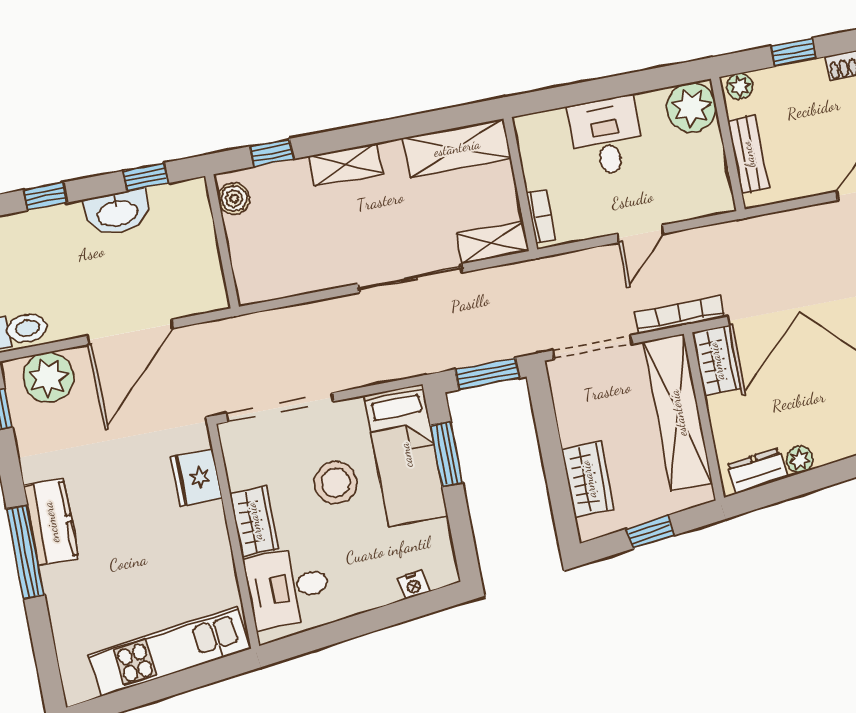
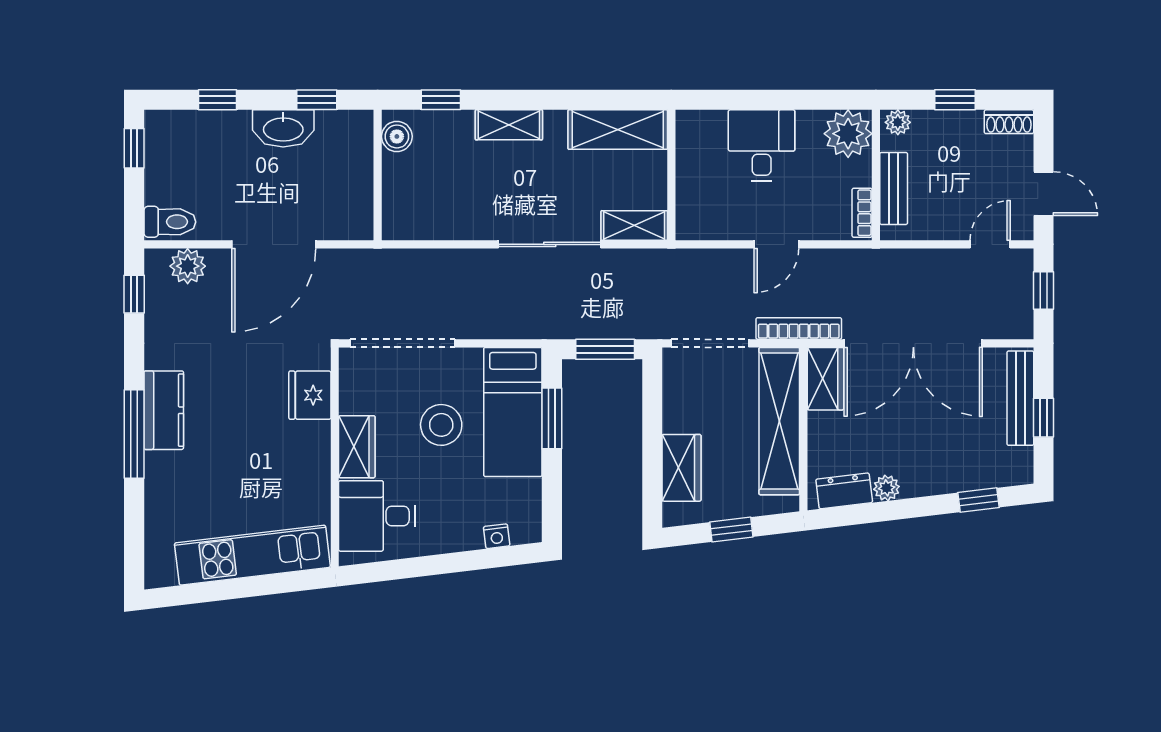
bookcase: (541, 216) -> (862, 213), moved, turned 180
plant: (48, 378) -> (188, 266), width x0.73, depth x0.73

